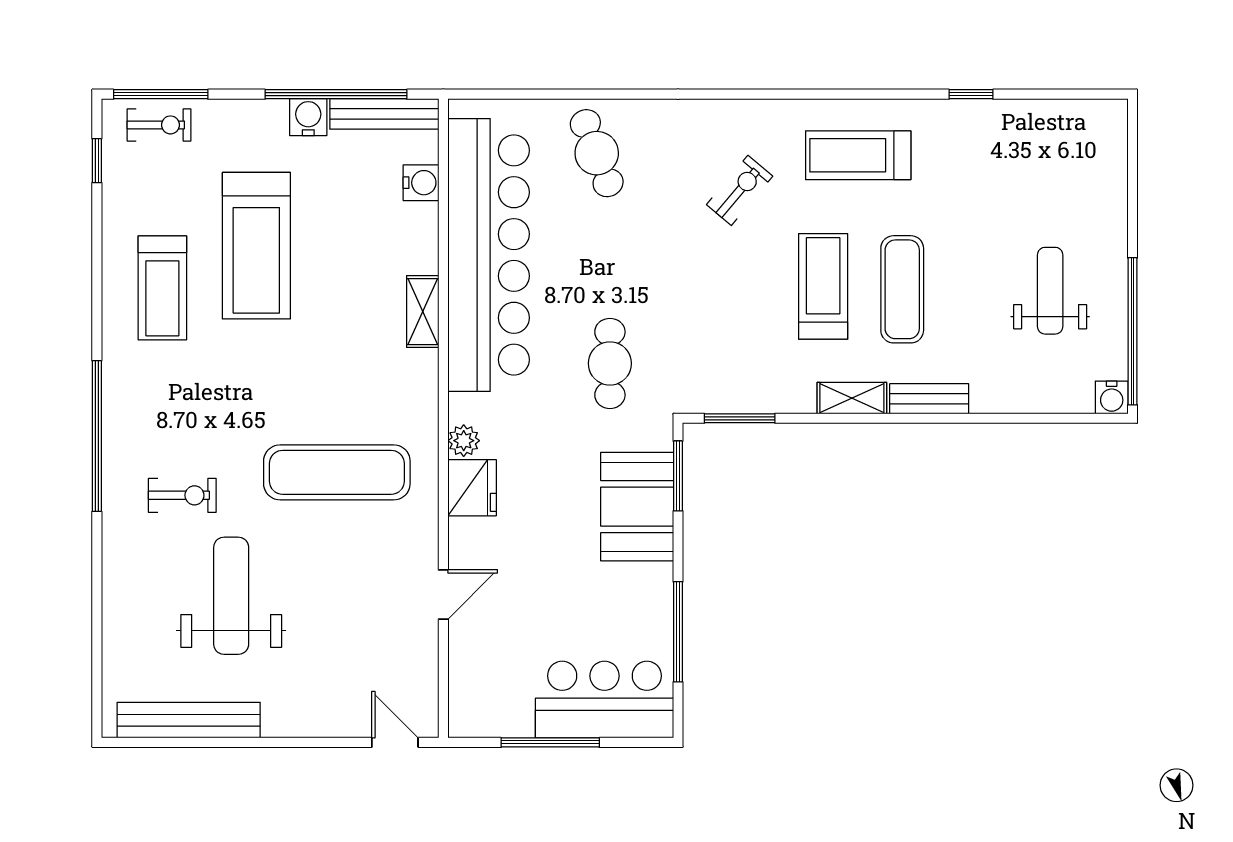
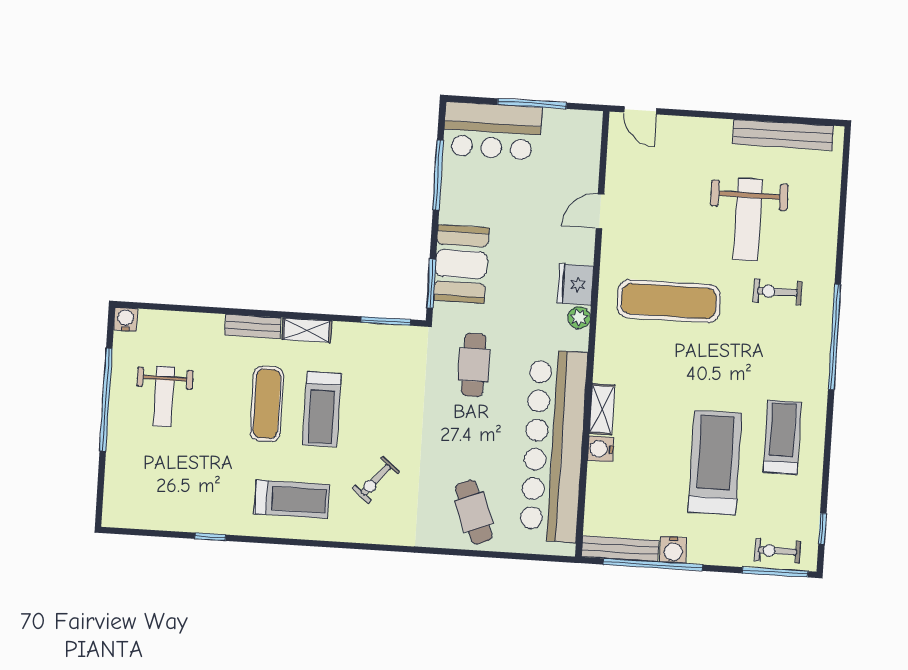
water cooler: (421, 183) -> (601, 449), moved
window: (1133, 331) -> (106, 400), moved

